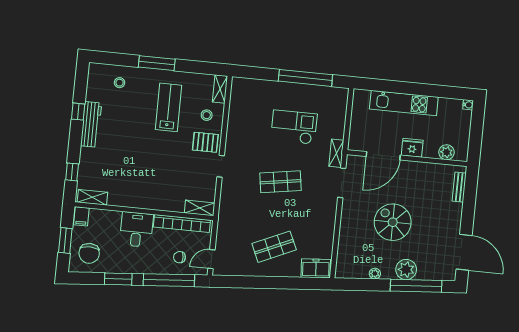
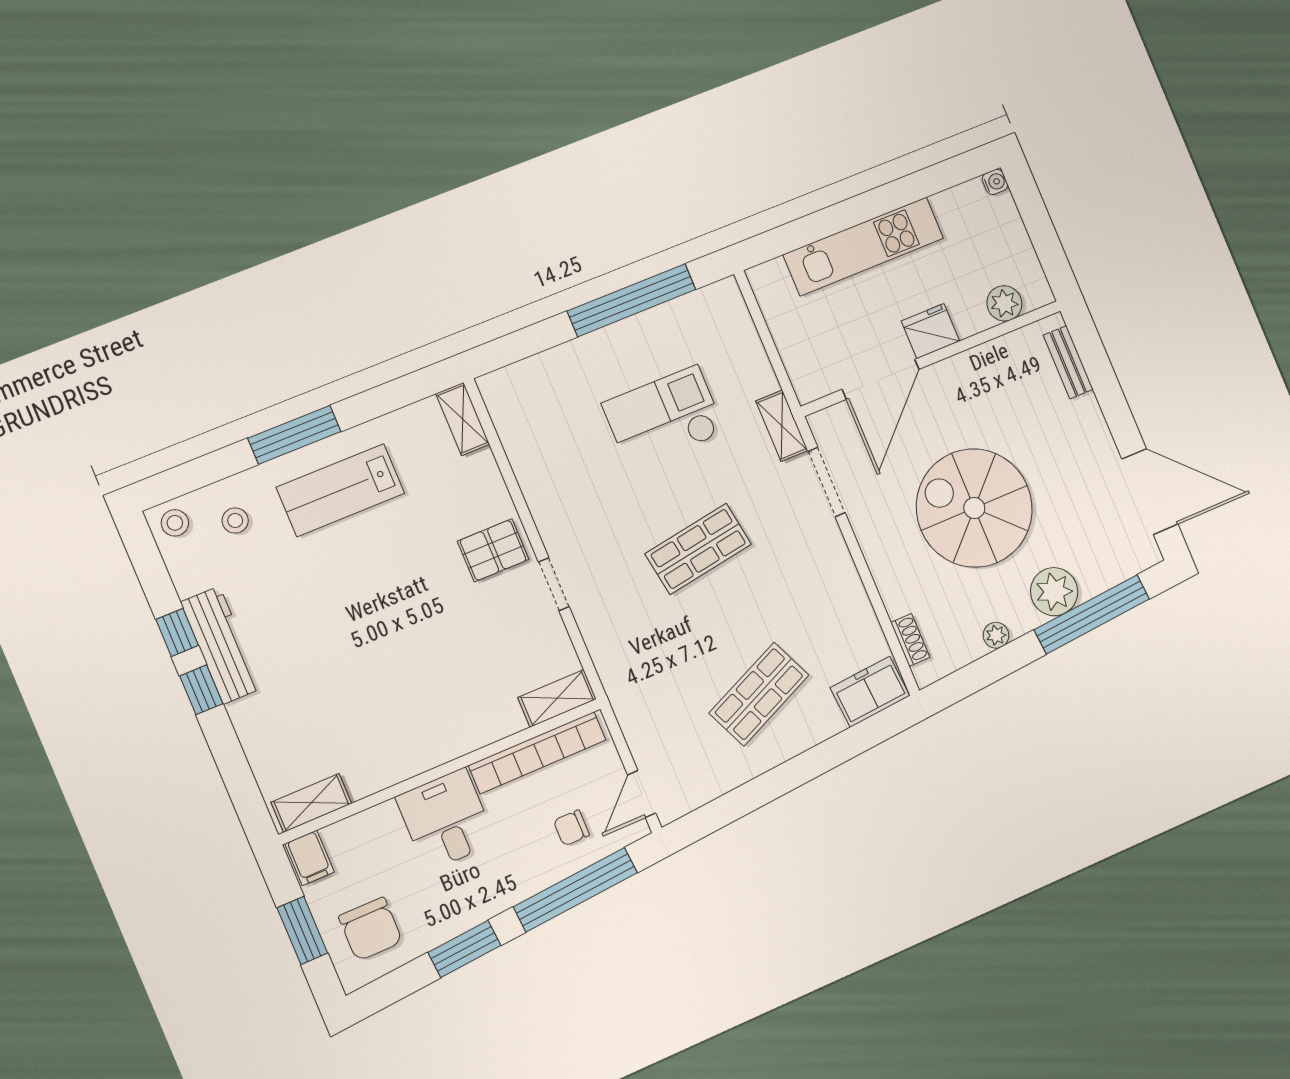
lab bench: (168, 107) -> (340, 490), moved, turned -90
stool: (207, 115) -> (175, 523), moved
window: (72, 172) -> (201, 690), moved
spiral stairs: (393, 222) -> (974, 508), width x1.37, depth x1.37
shoe rack: (341, 258) -> (910, 640), added

